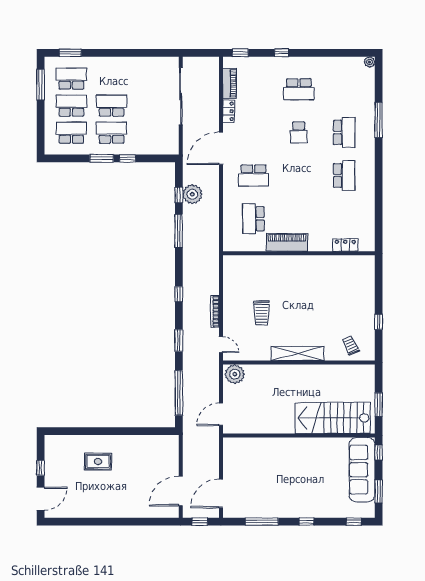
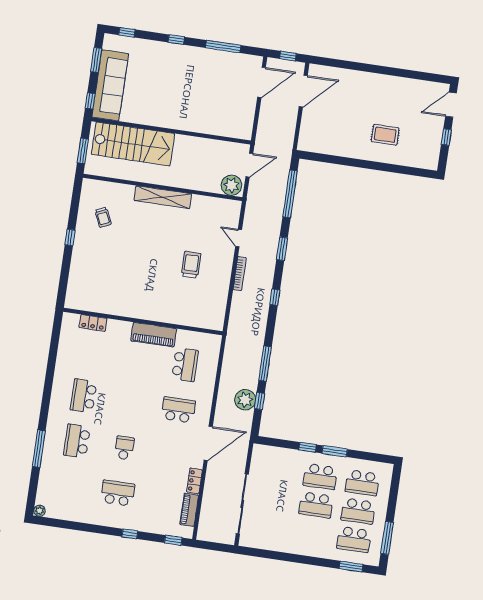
shelving: (297, 354) -> (163, 197), moved
wall: (299, 363) -> (163, 187), moved
plant: (235, 374) -> (231, 185), moved

